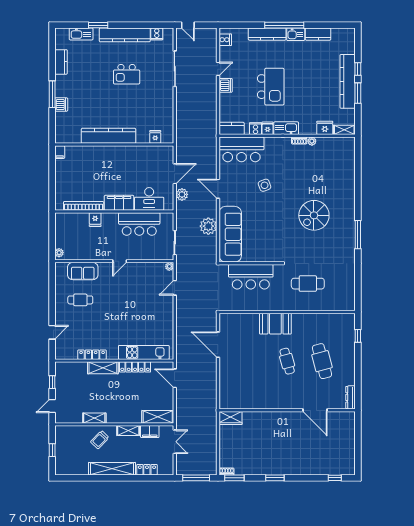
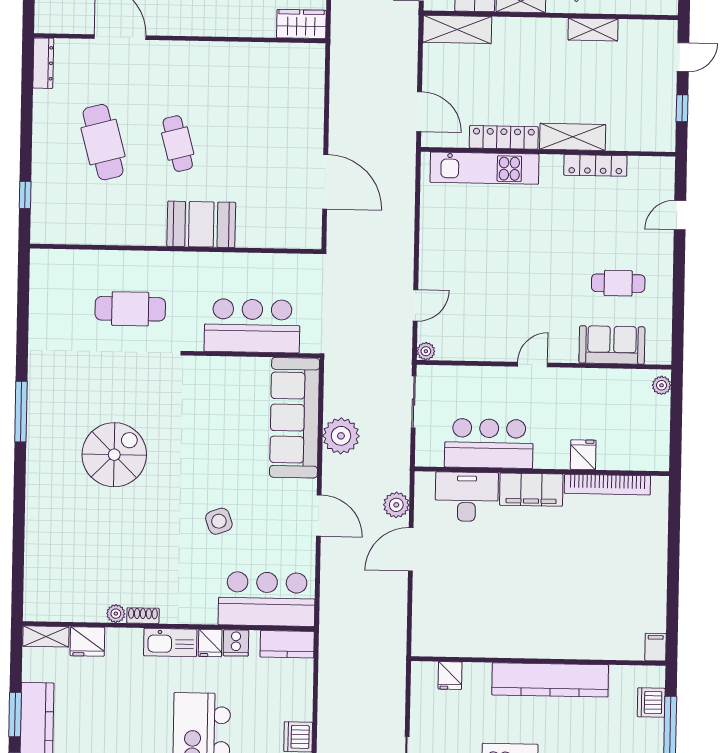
kitchen counter: (109, 136) -> (550, 680), moved
fridge: (155, 137) -> (450, 676), moved
wall: (114, 144) -> (538, 661), moved
filing cabinet: (60, 152) -> (655, 647), moved

